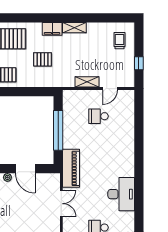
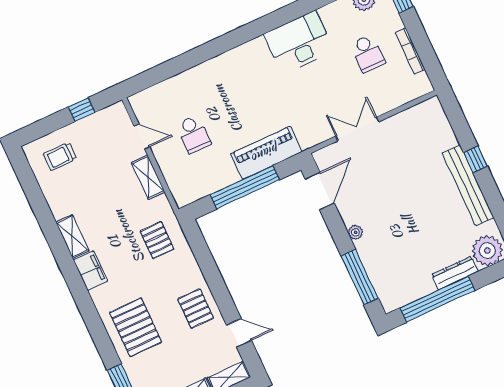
pallet: (43, 59) -> (157, 240), moved
piano: (71, 168) -> (266, 153), moved
door: (25, 169) -> (320, 191), moved

